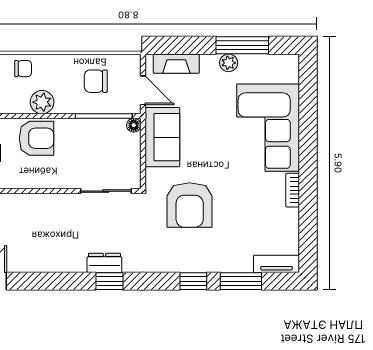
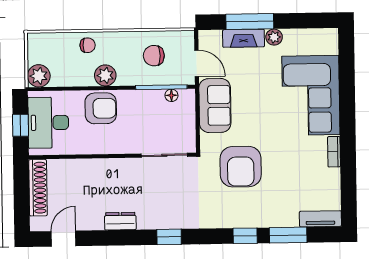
window: (242, 45) -> (250, 22), moved
fireplace: (176, 64) -> (244, 38), moved
floor lamp: (134, 125) -> (171, 95), moved
dresser: (104, 263) -> (120, 221), moved

